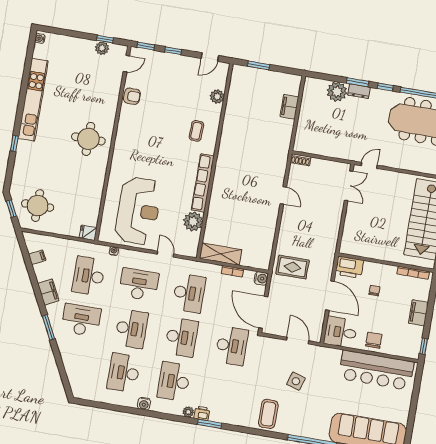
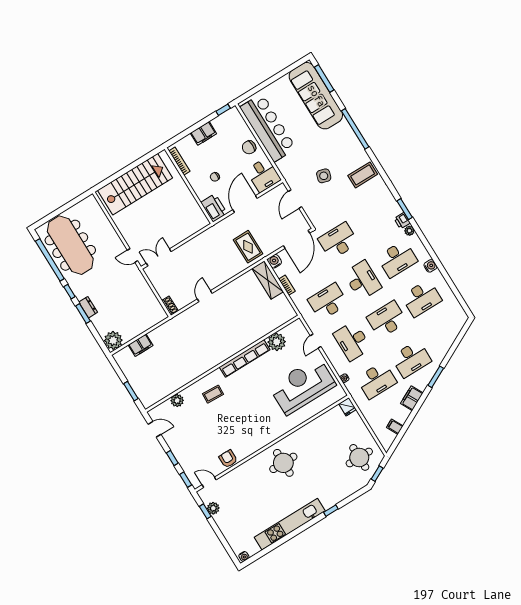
plant: (337, 92) -> (113, 340), moved
shelving: (221, 254) -> (268, 280), moved
desk: (81, 320) -> (411, 359), turned -90
desk: (181, 337) -> (363, 280), turned 90

